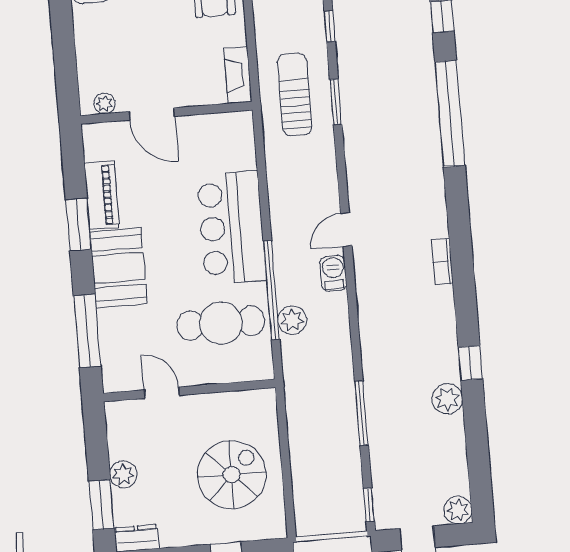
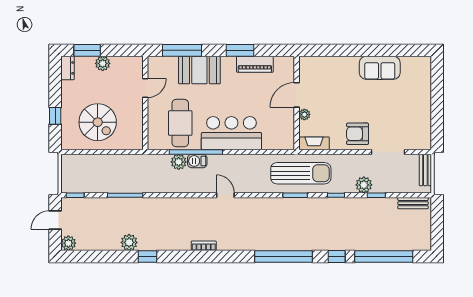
sun lounger: (295, 95) -> (301, 173), width x1.36, depth x1.34
plant: (104, 104) -> (304, 115), moved
booth: (118, 268) -> (199, 70), moved
barbecue: (333, 273) -> (197, 161), moved, turned 180

